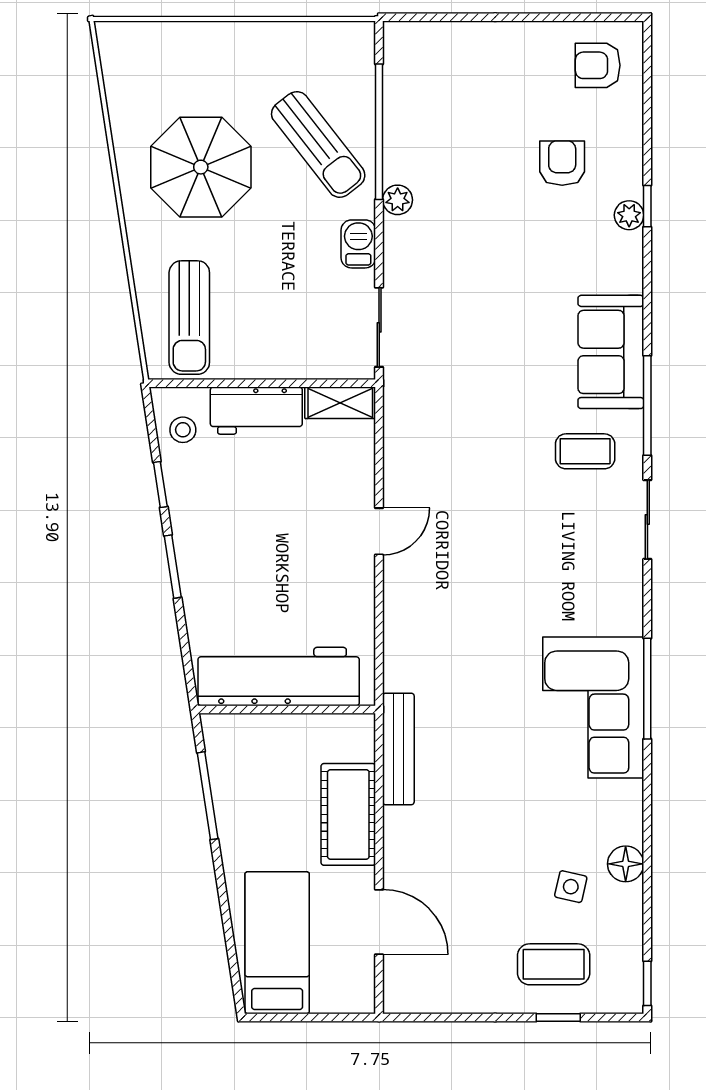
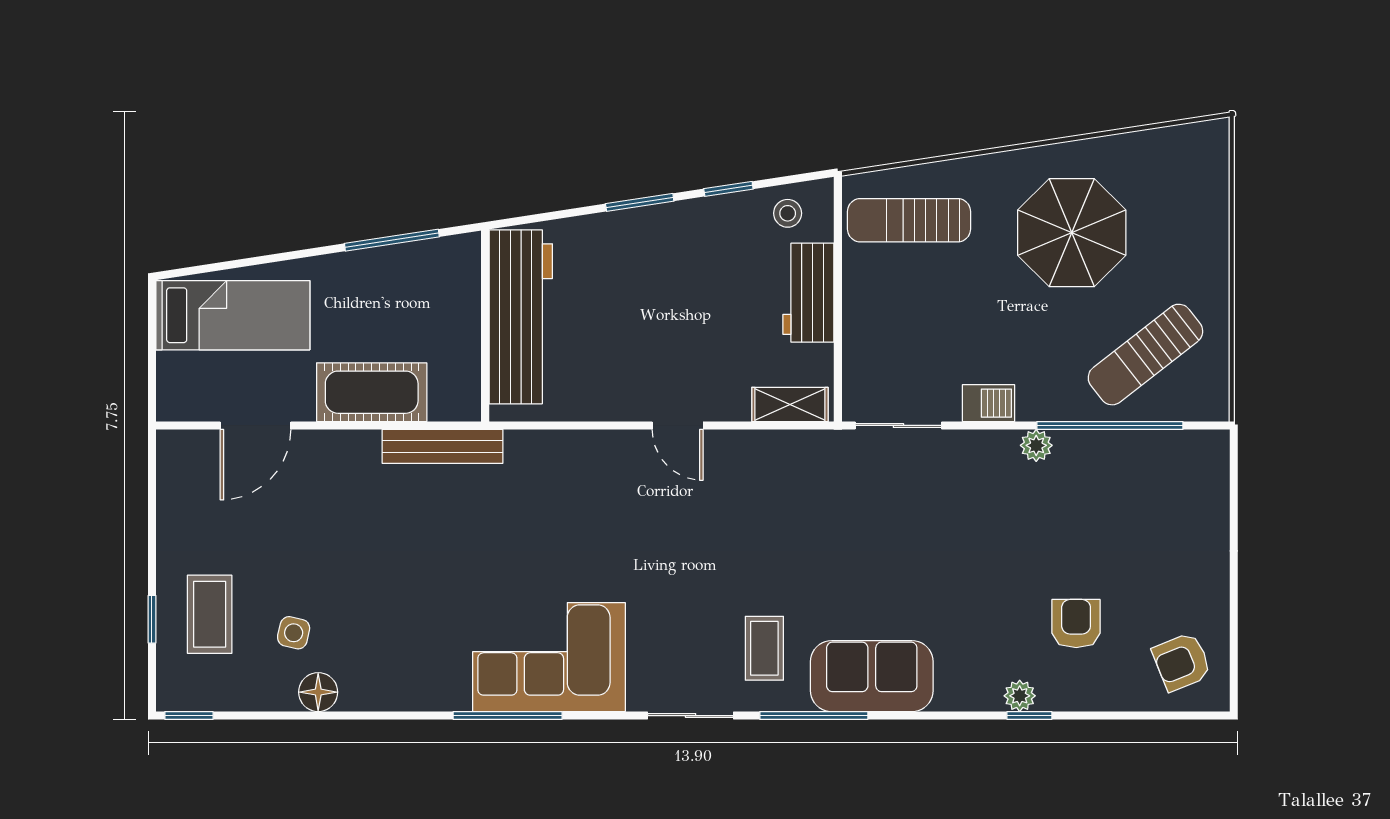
armchair: (598, 65) -> (1182, 662), turned -112
sun lounger: (318, 144) -> (1145, 355), moved
armchair: (562, 163) -> (1076, 623), turned -90
shelving: (340, 403) -> (790, 404), moved, turned 90
corner sofa: (593, 707) -> (549, 657), moved

